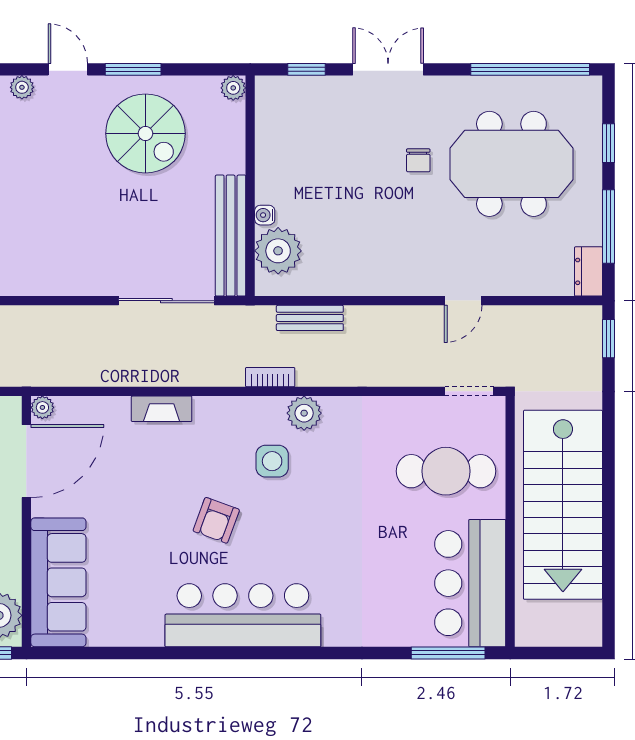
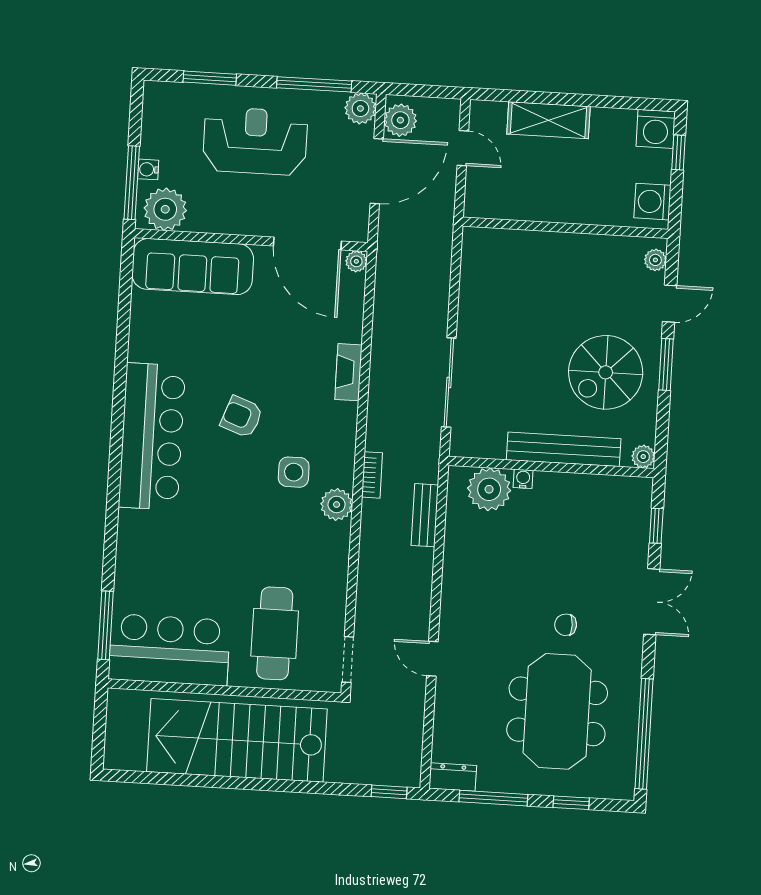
bench: (231, 236) -> (564, 449), moved

